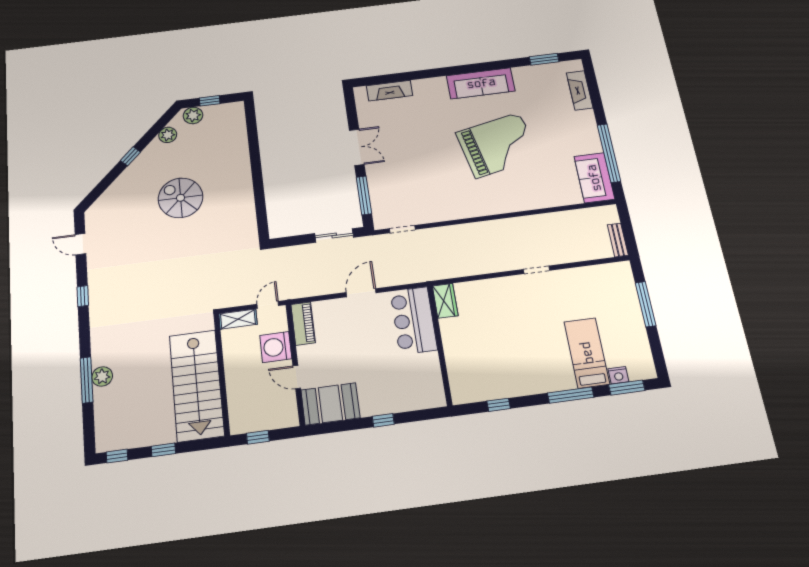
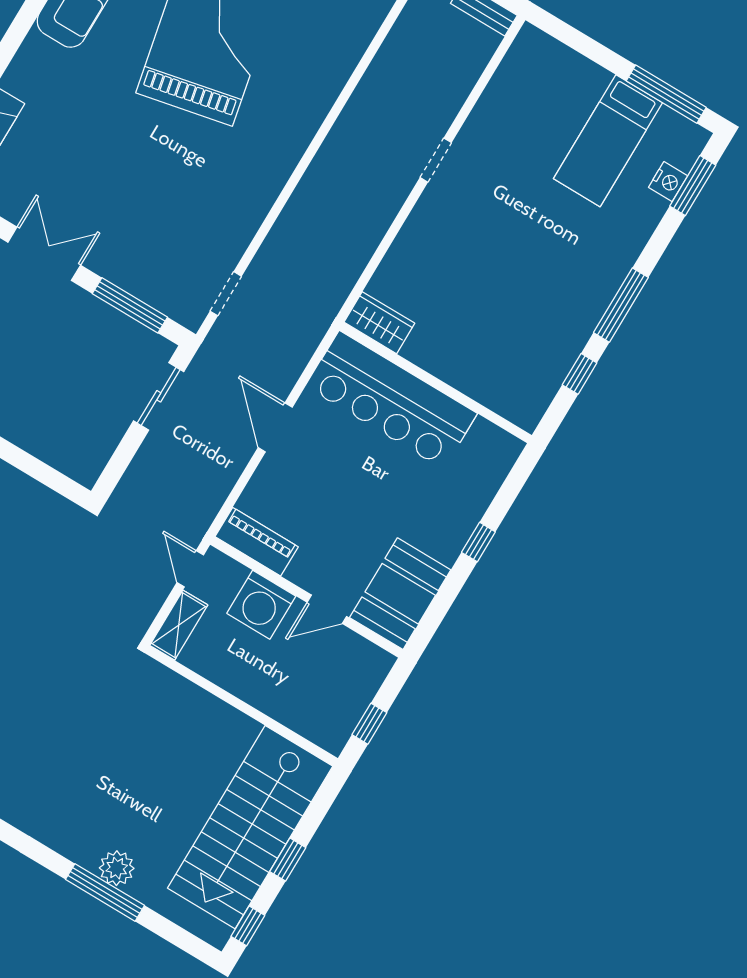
window: (645, 304) -> (666, 94), moved
bar counter: (414, 320) -> (391, 400), width x1.36
bed: (587, 353) -> (608, 141), moved, turned -90
stairs: (197, 385) -> (250, 827), moved, turned 90
window: (571, 395) -> (621, 305), moved

